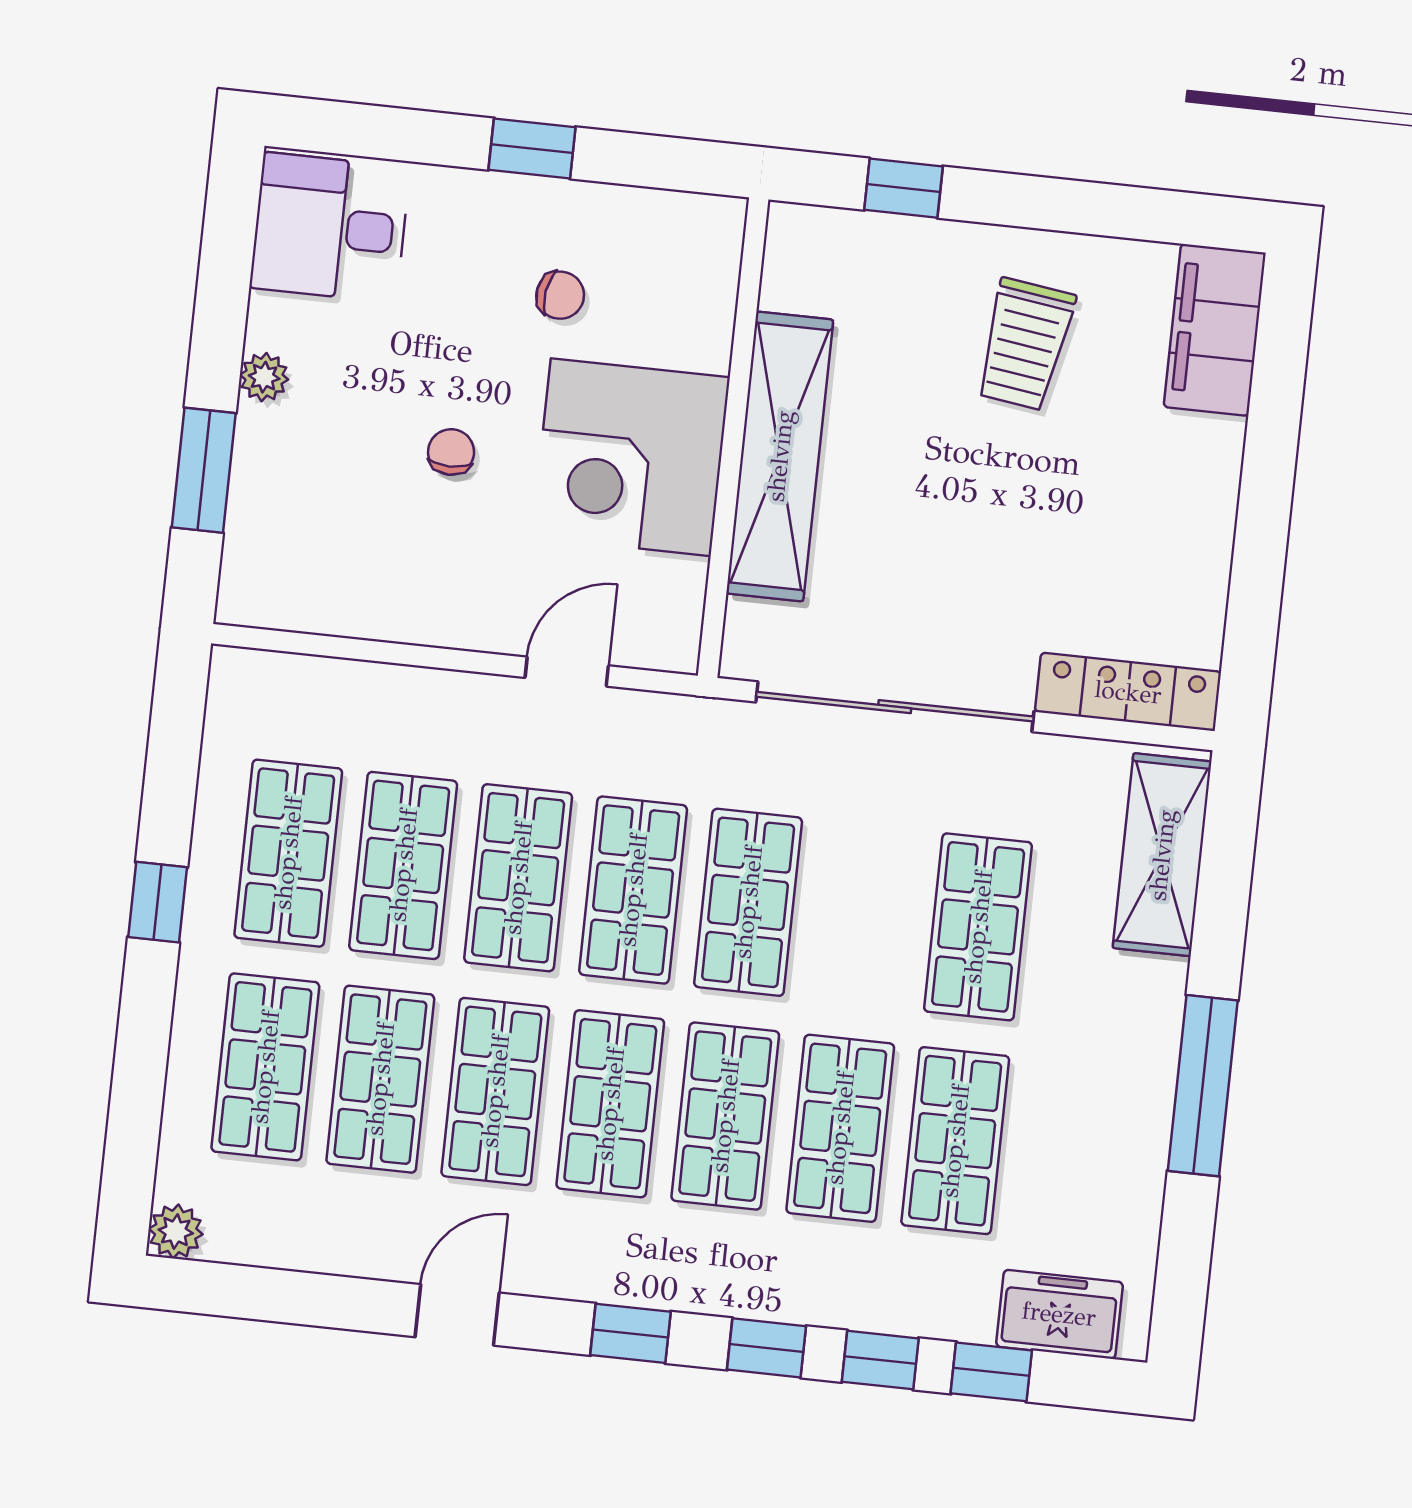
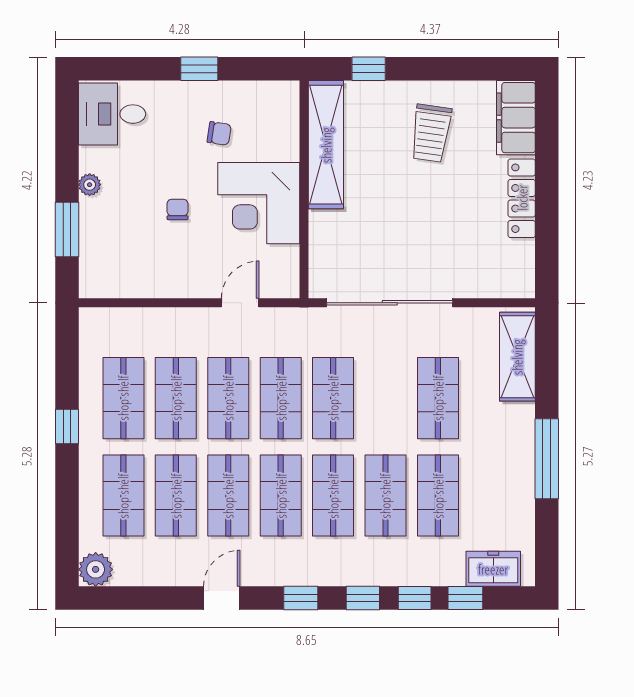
shelving: (780, 456) -> (326, 145), moved
locker: (1128, 692) -> (522, 198), moved, turned -90
plant: (176, 1231) -> (96, 569), width x1.38, depth x1.38

